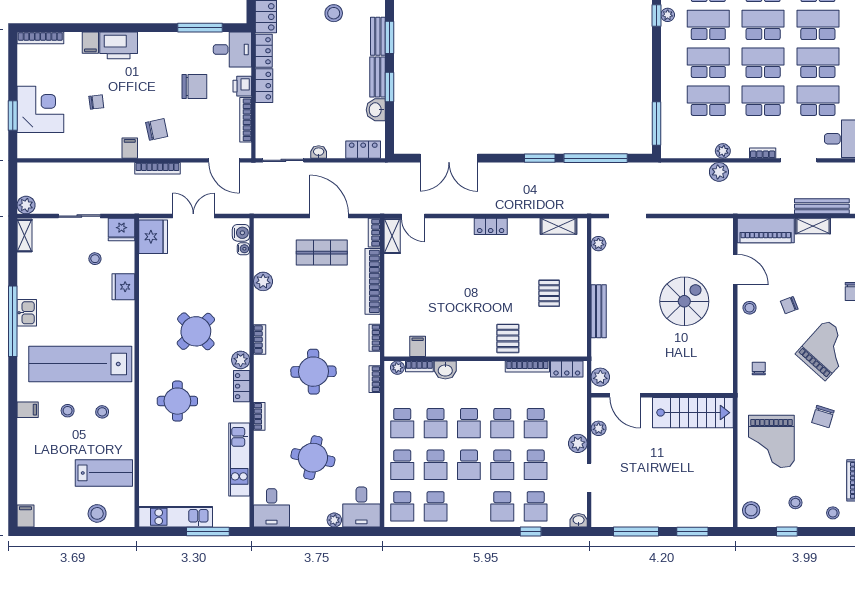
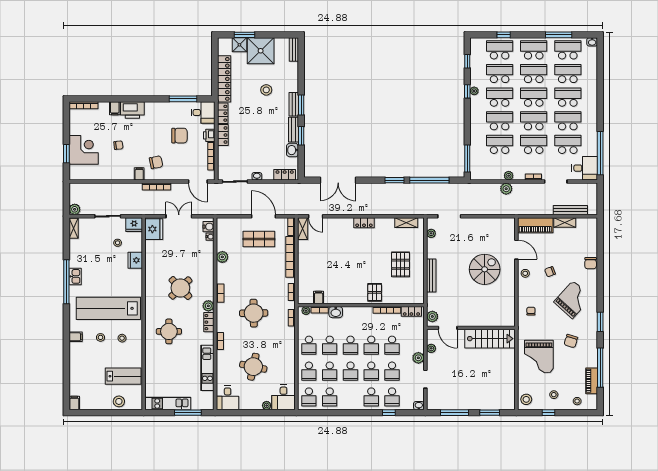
pallet: (549, 293) -> (400, 264), width x1.50, depth x1.42

